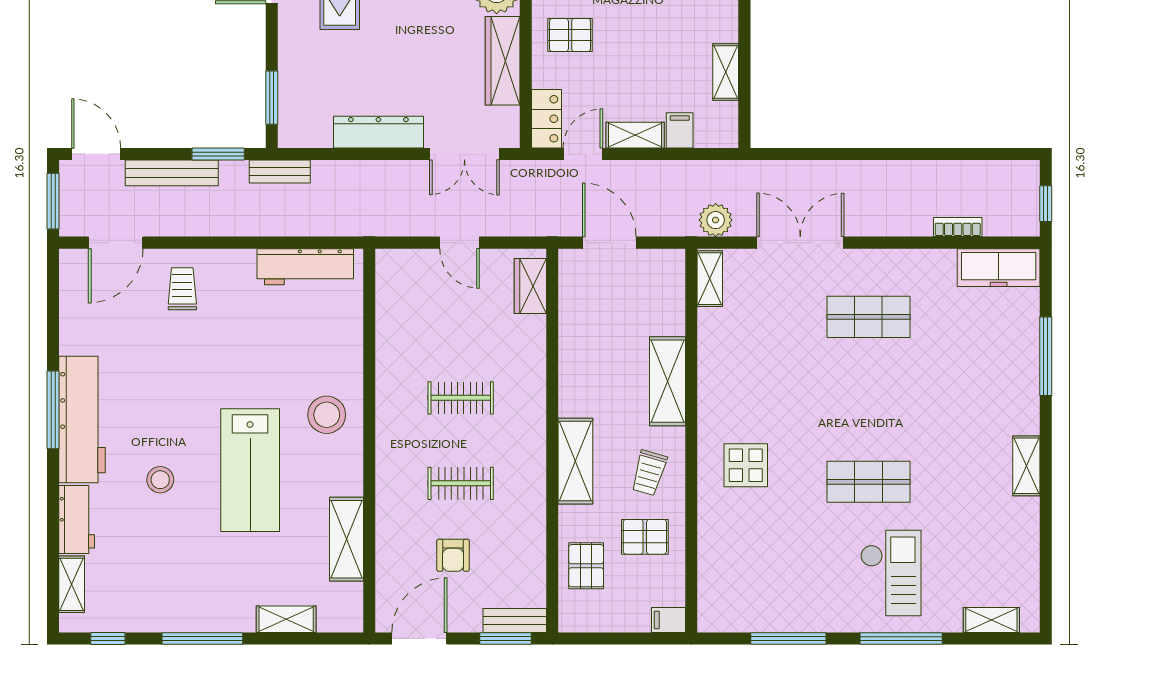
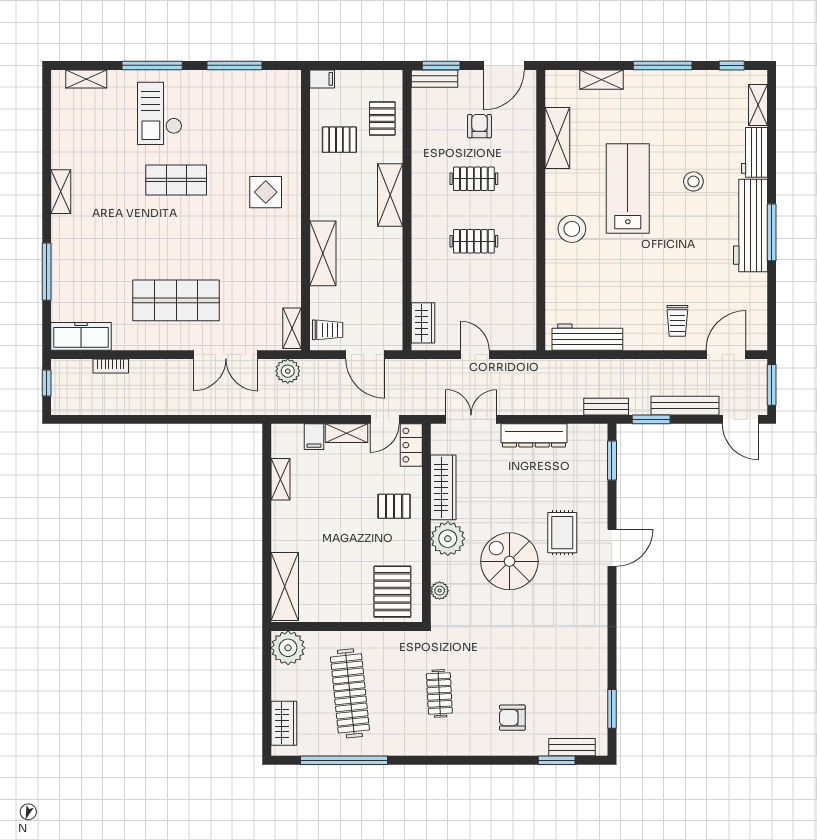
shop shelf: (868, 317) -> (176, 300), width x1.43, depth x1.36
trolley: (649, 473) -> (328, 330), moved, turned 74

